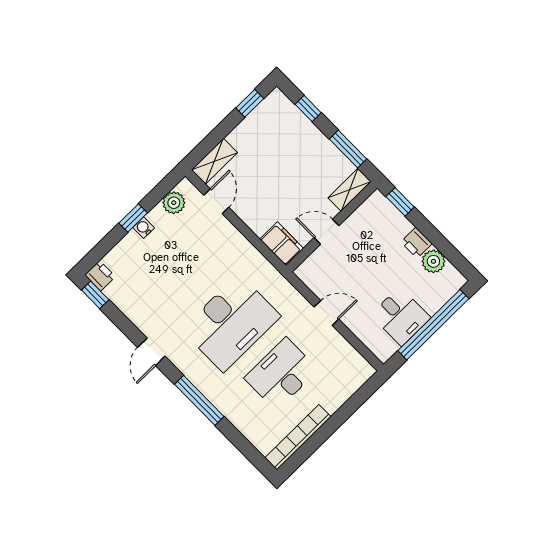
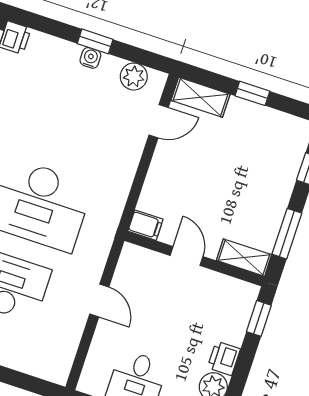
window: (250, 103) -> (252, 93), moved
filing cabinet: (282, 244) -> (145, 225), width x0.50

